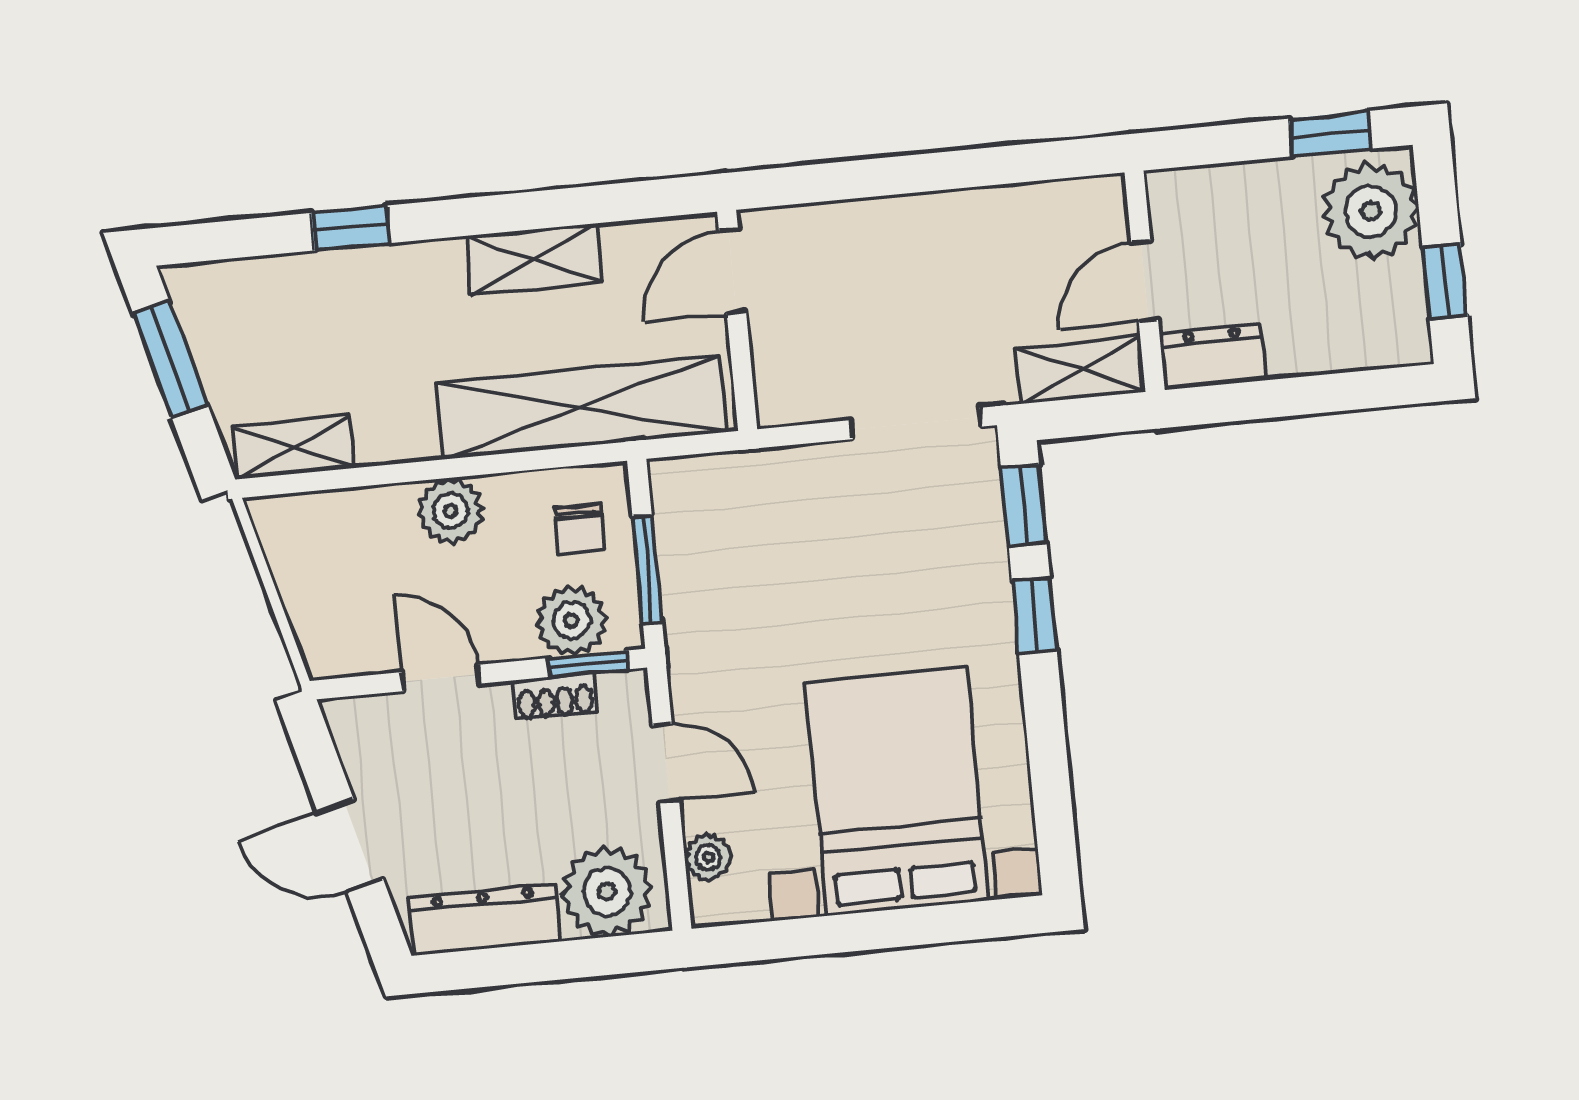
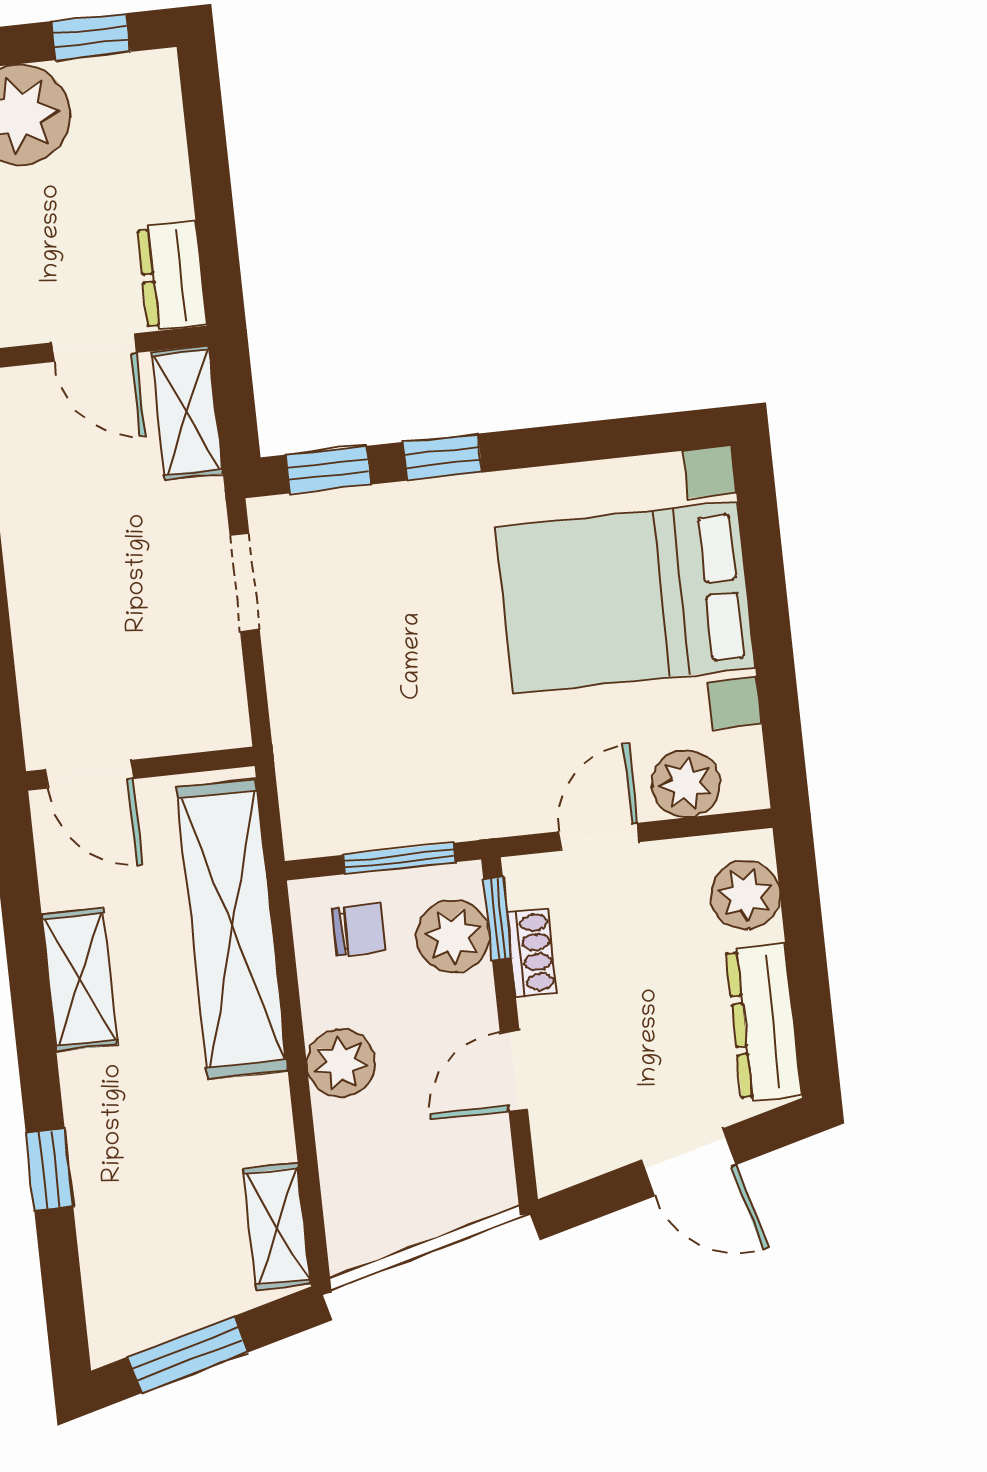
doorway: (916, 423) -> (245, 582), width x0.73
door: (350, 846) -> (689, 1162), hinge flipped
plant: (708, 857) -> (686, 784), width x1.38, depth x1.38
plant: (607, 892) -> (745, 895), width x0.73, depth x0.73

